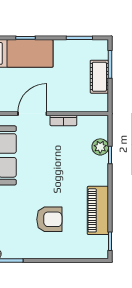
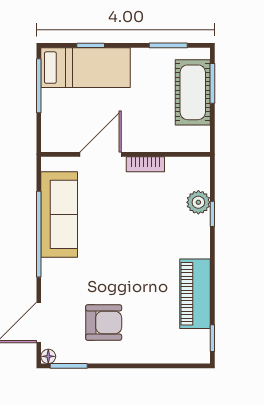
cot: (99, 77) -> (193, 92), width x1.37, depth x1.34
armchair: (49, 219) -> (104, 323), moved

